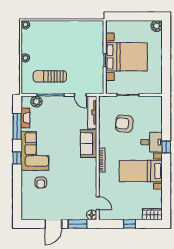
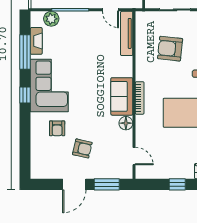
sofa: (89, 144) -> (122, 96), moved
armchair: (59, 197) -> (82, 148), added
floor lamp: (92, 215) -> (126, 123), moved

